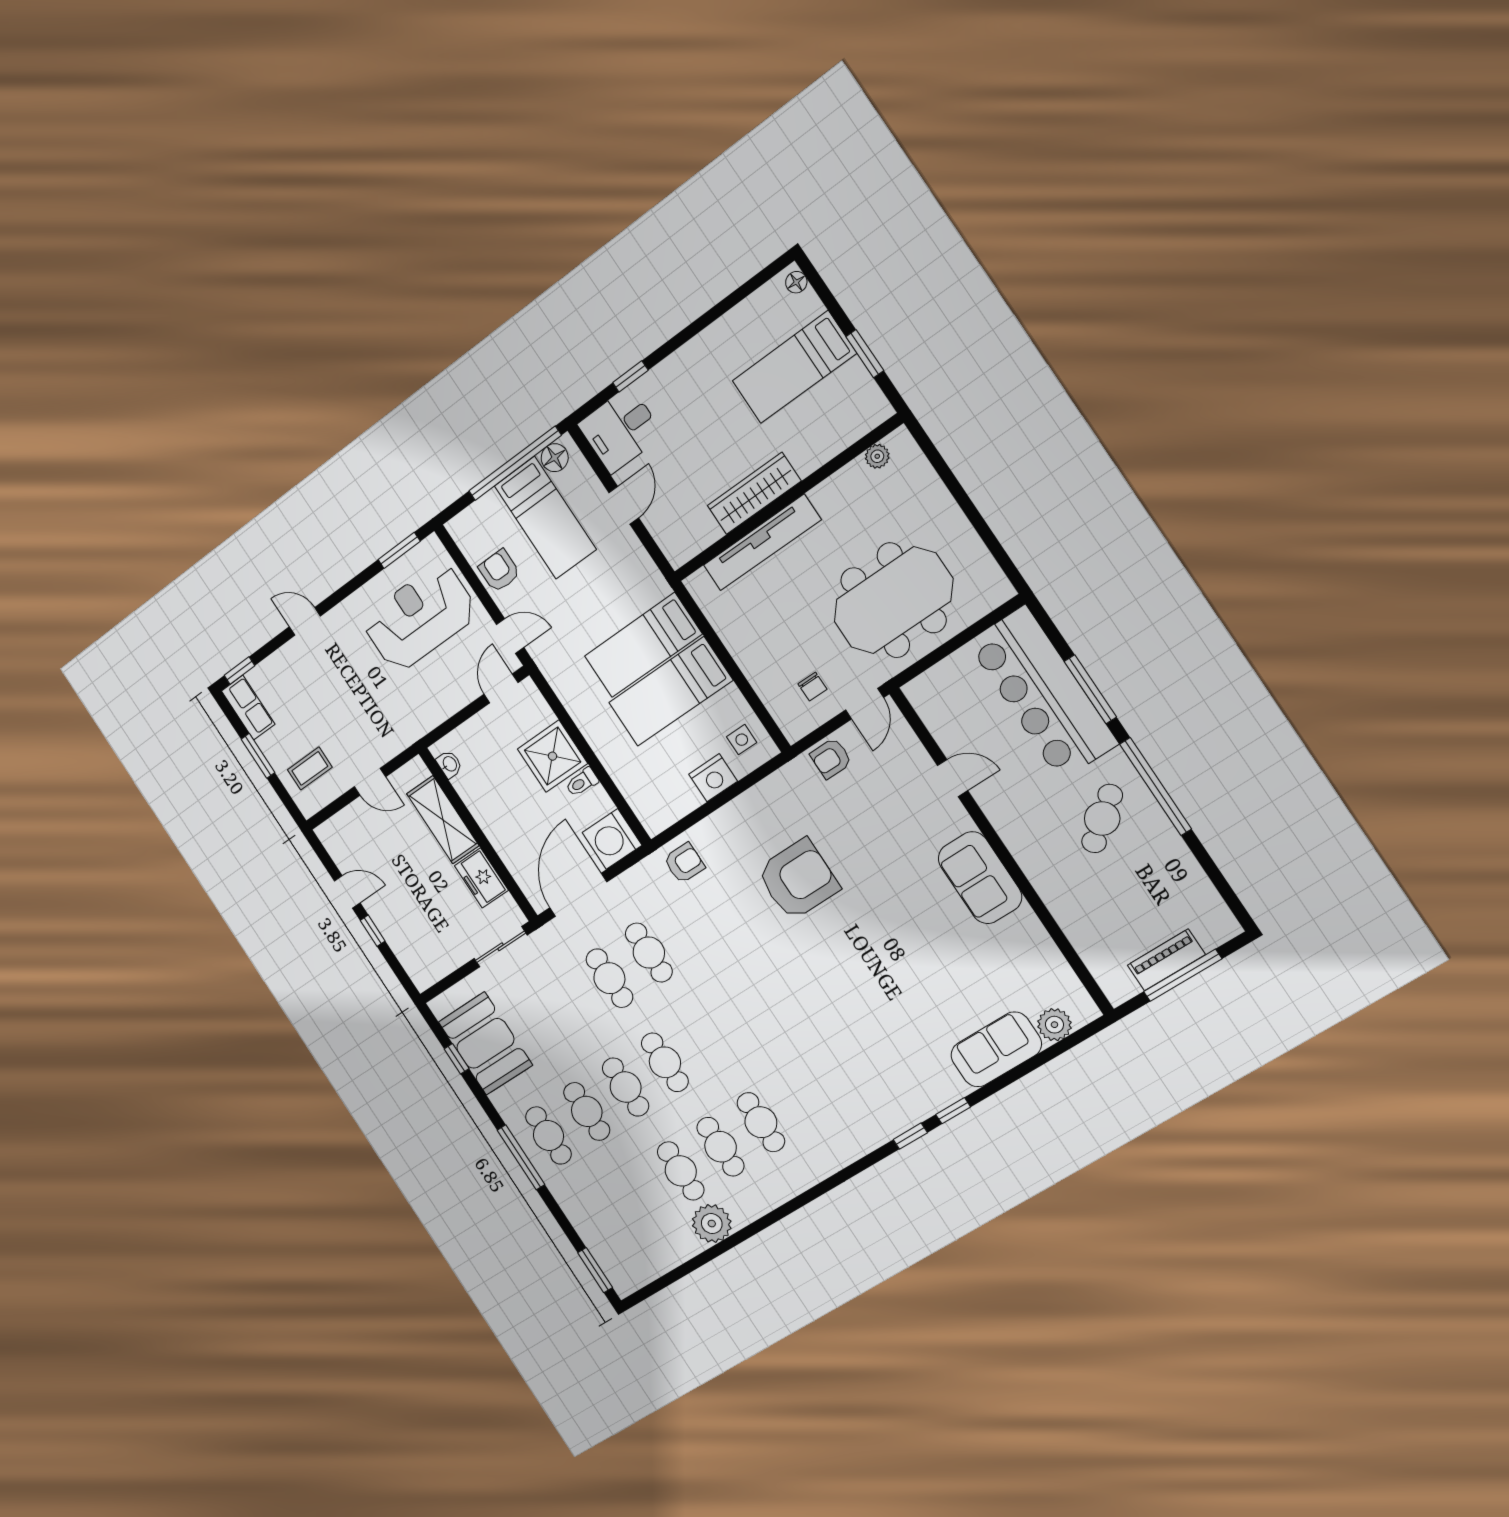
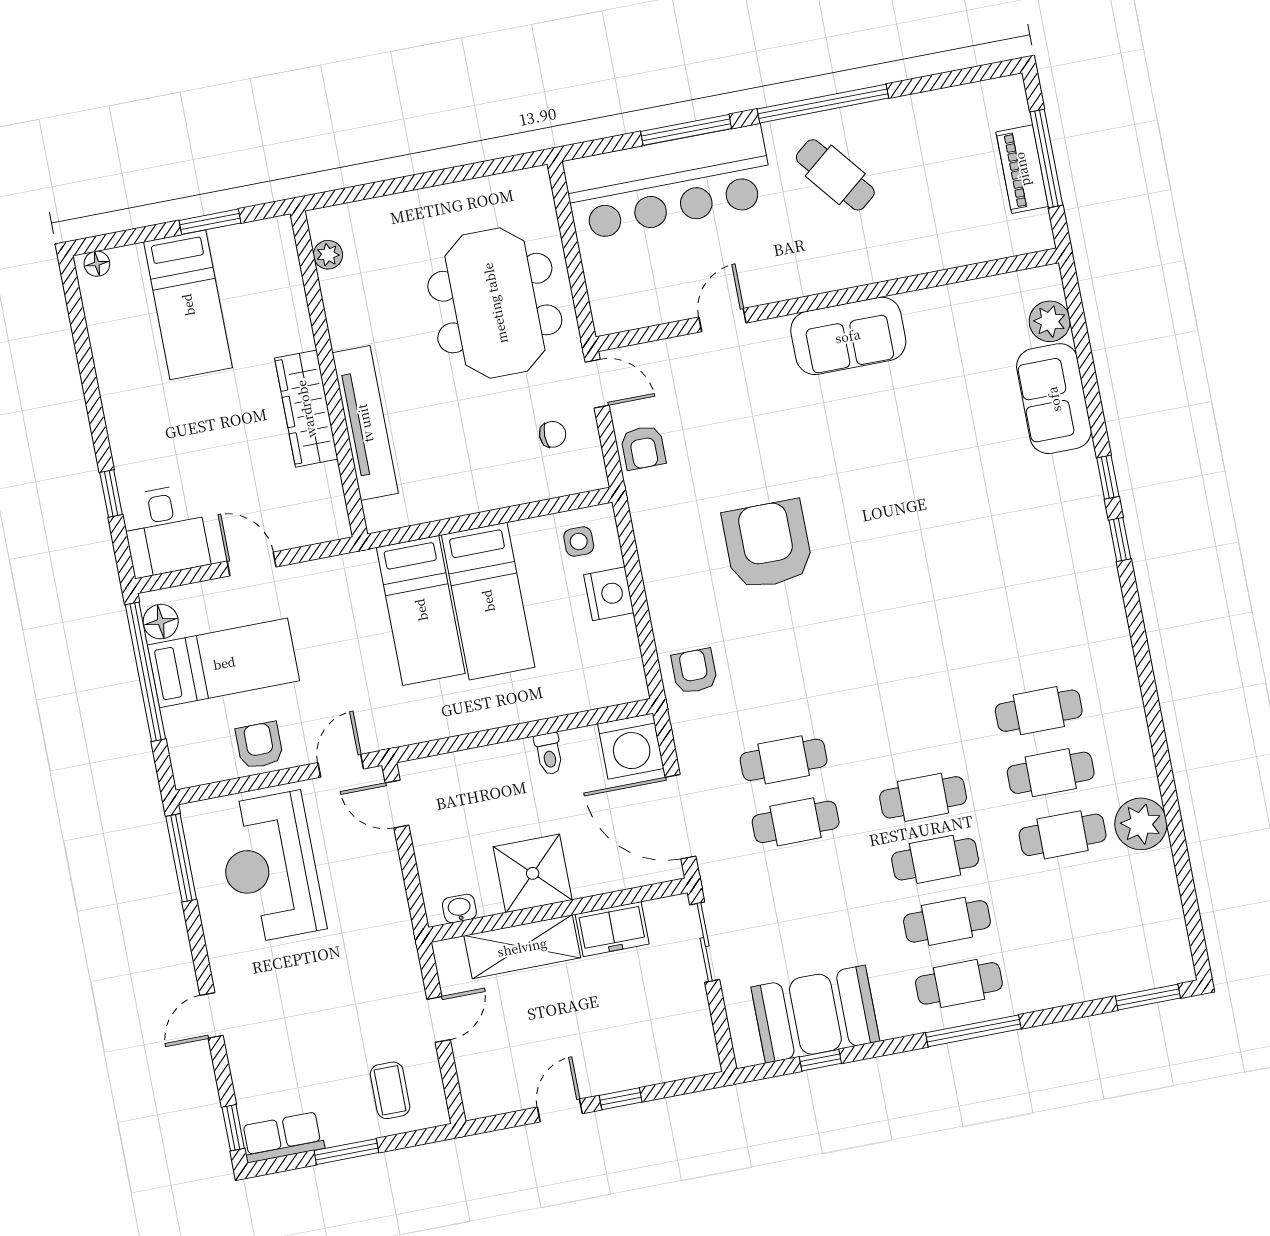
window: (399, 550) -> (181, 858), width x1.44
armchair: (499, 571) -> (259, 745), turned 90
shower: (553, 756) -> (533, 873), moved

